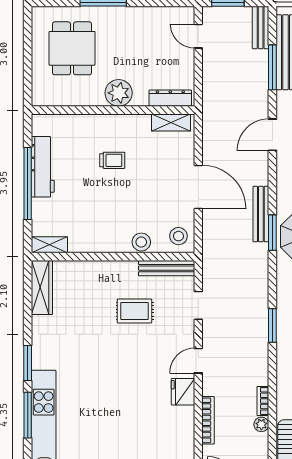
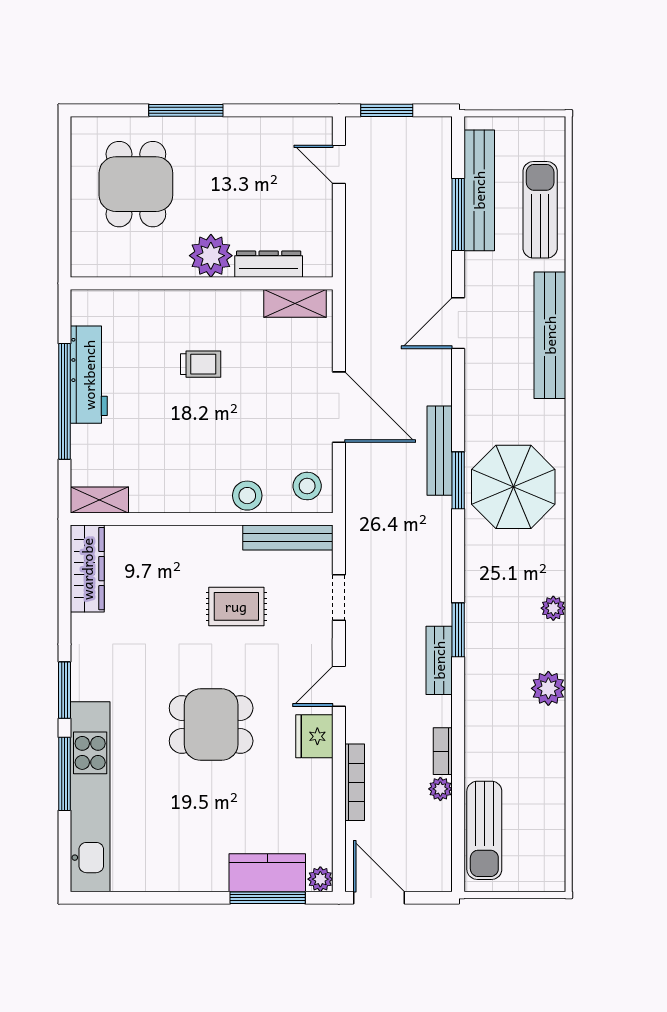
bench: (261, 28) -> (439, 660), moved
dresser: (170, 98) -> (269, 264), moved
dining table: (119, 384) -> (211, 725), added

